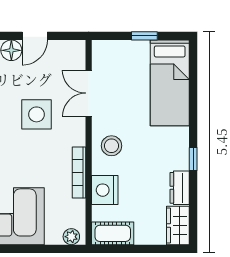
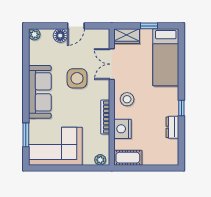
wardrobe: (178, 225) -> (127, 36), moved, turned -90

